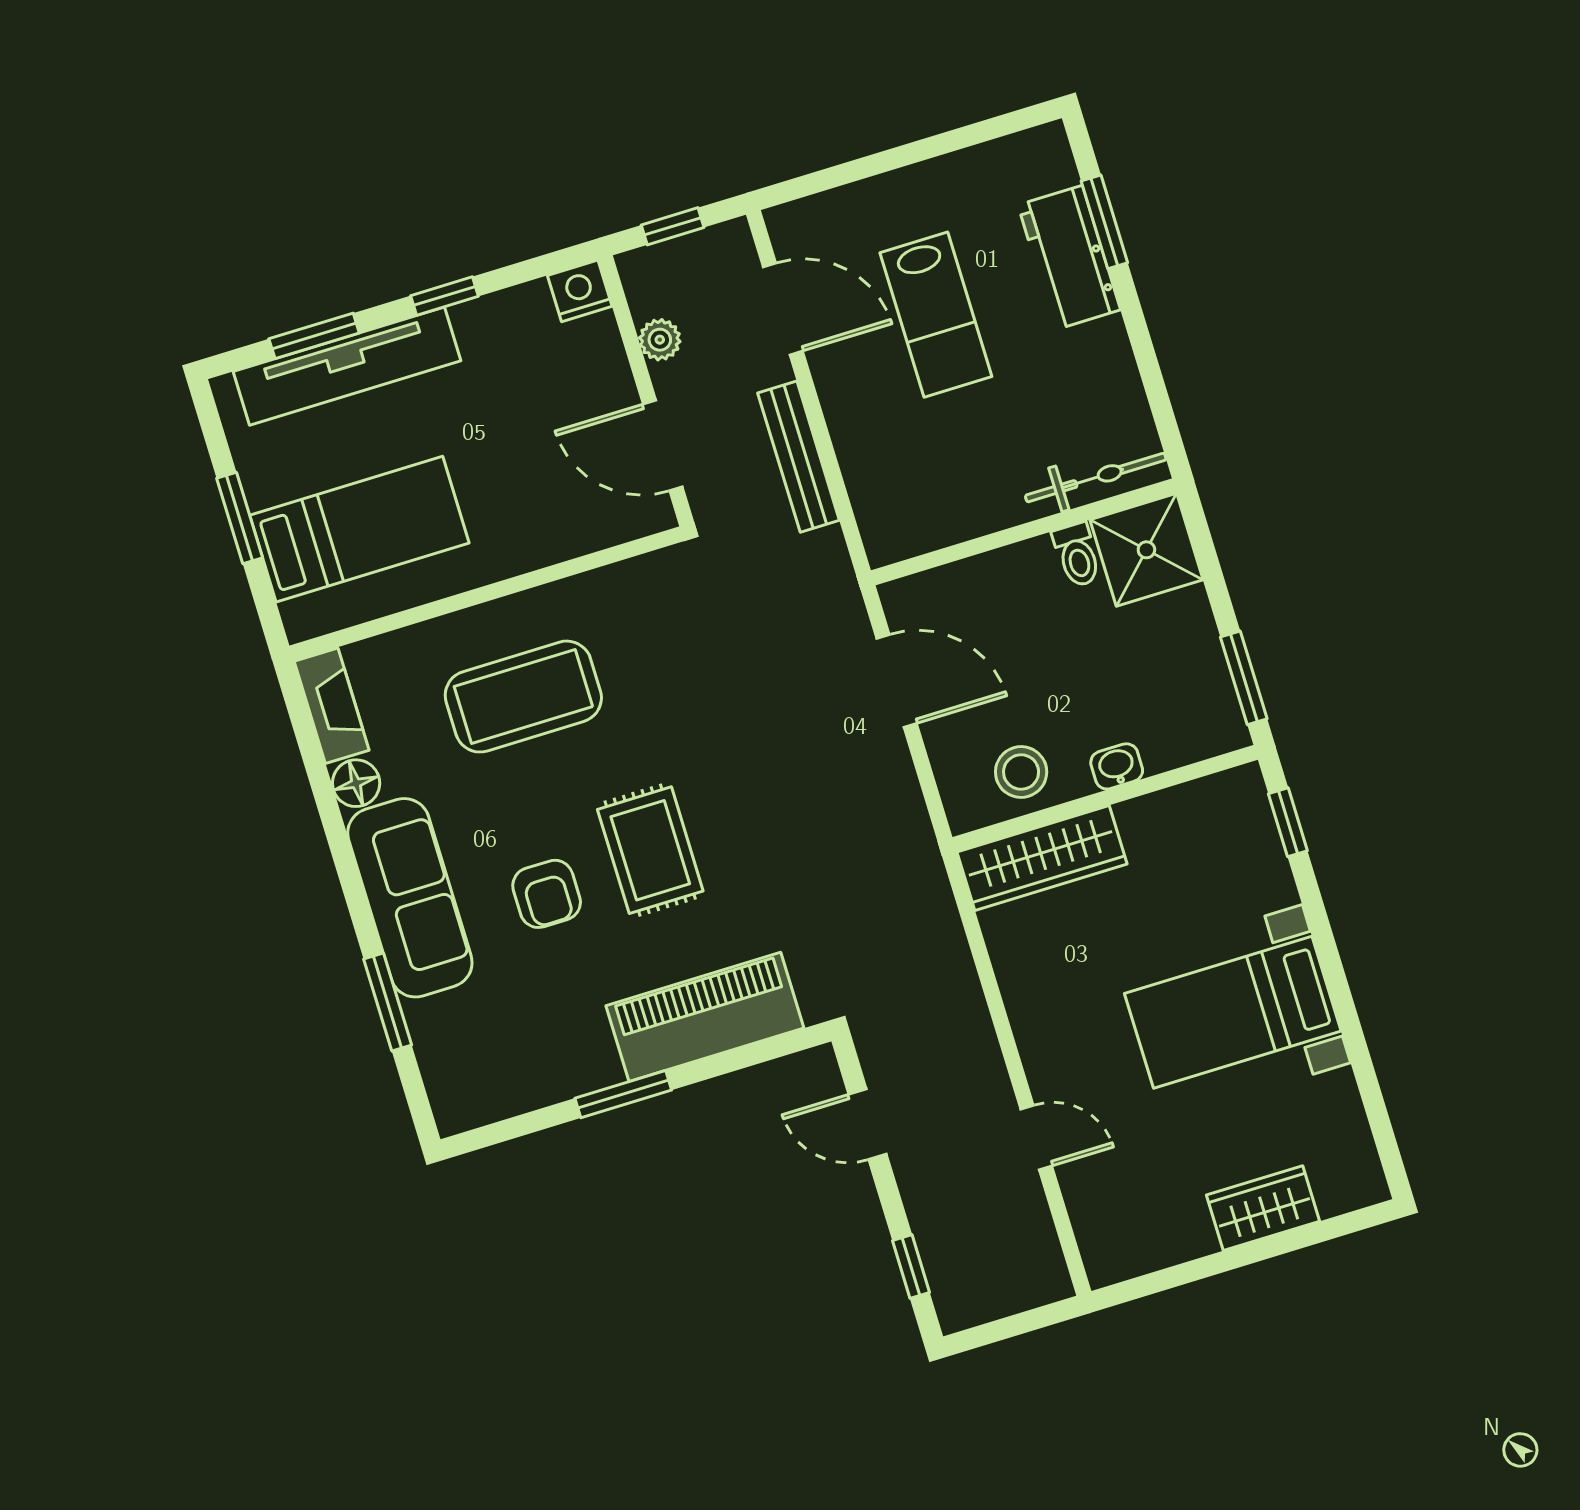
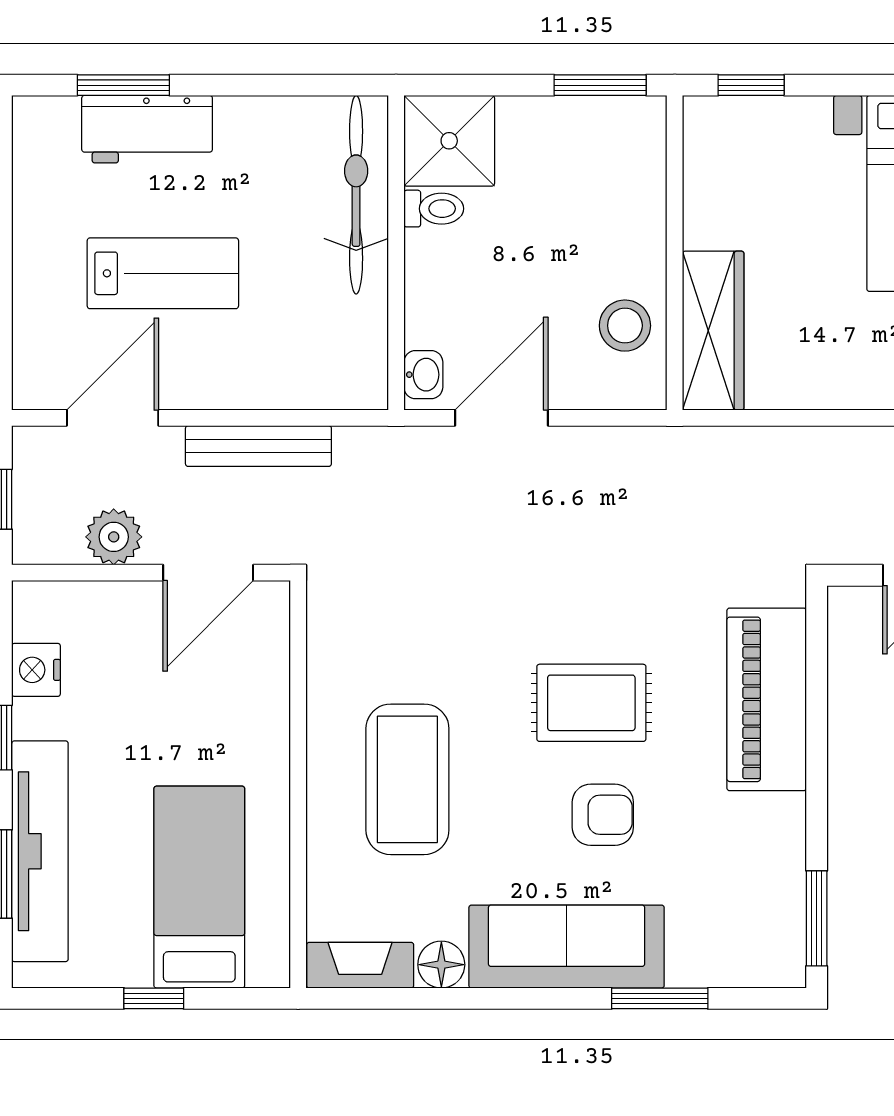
nightstand: (580, 291) -> (36, 670), moved
plant: (660, 340) -> (114, 537), width x1.38, depth x1.38
bicycle: (1096, 478) -> (356, 195), width x1.37, depth x1.40
window: (240, 518) -> (154, 998), width x0.67
washbasin: (1117, 766) -> (423, 375), moved, turned 180
window: (623, 1094) -> (817, 918), moved

